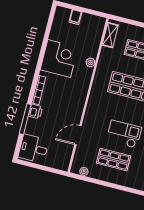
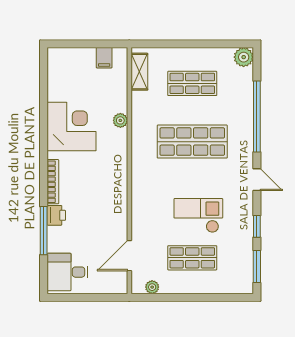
filing cabinet: (75, 17) -> (104, 58), moved
door: (78, 135) -> (129, 256), moved

